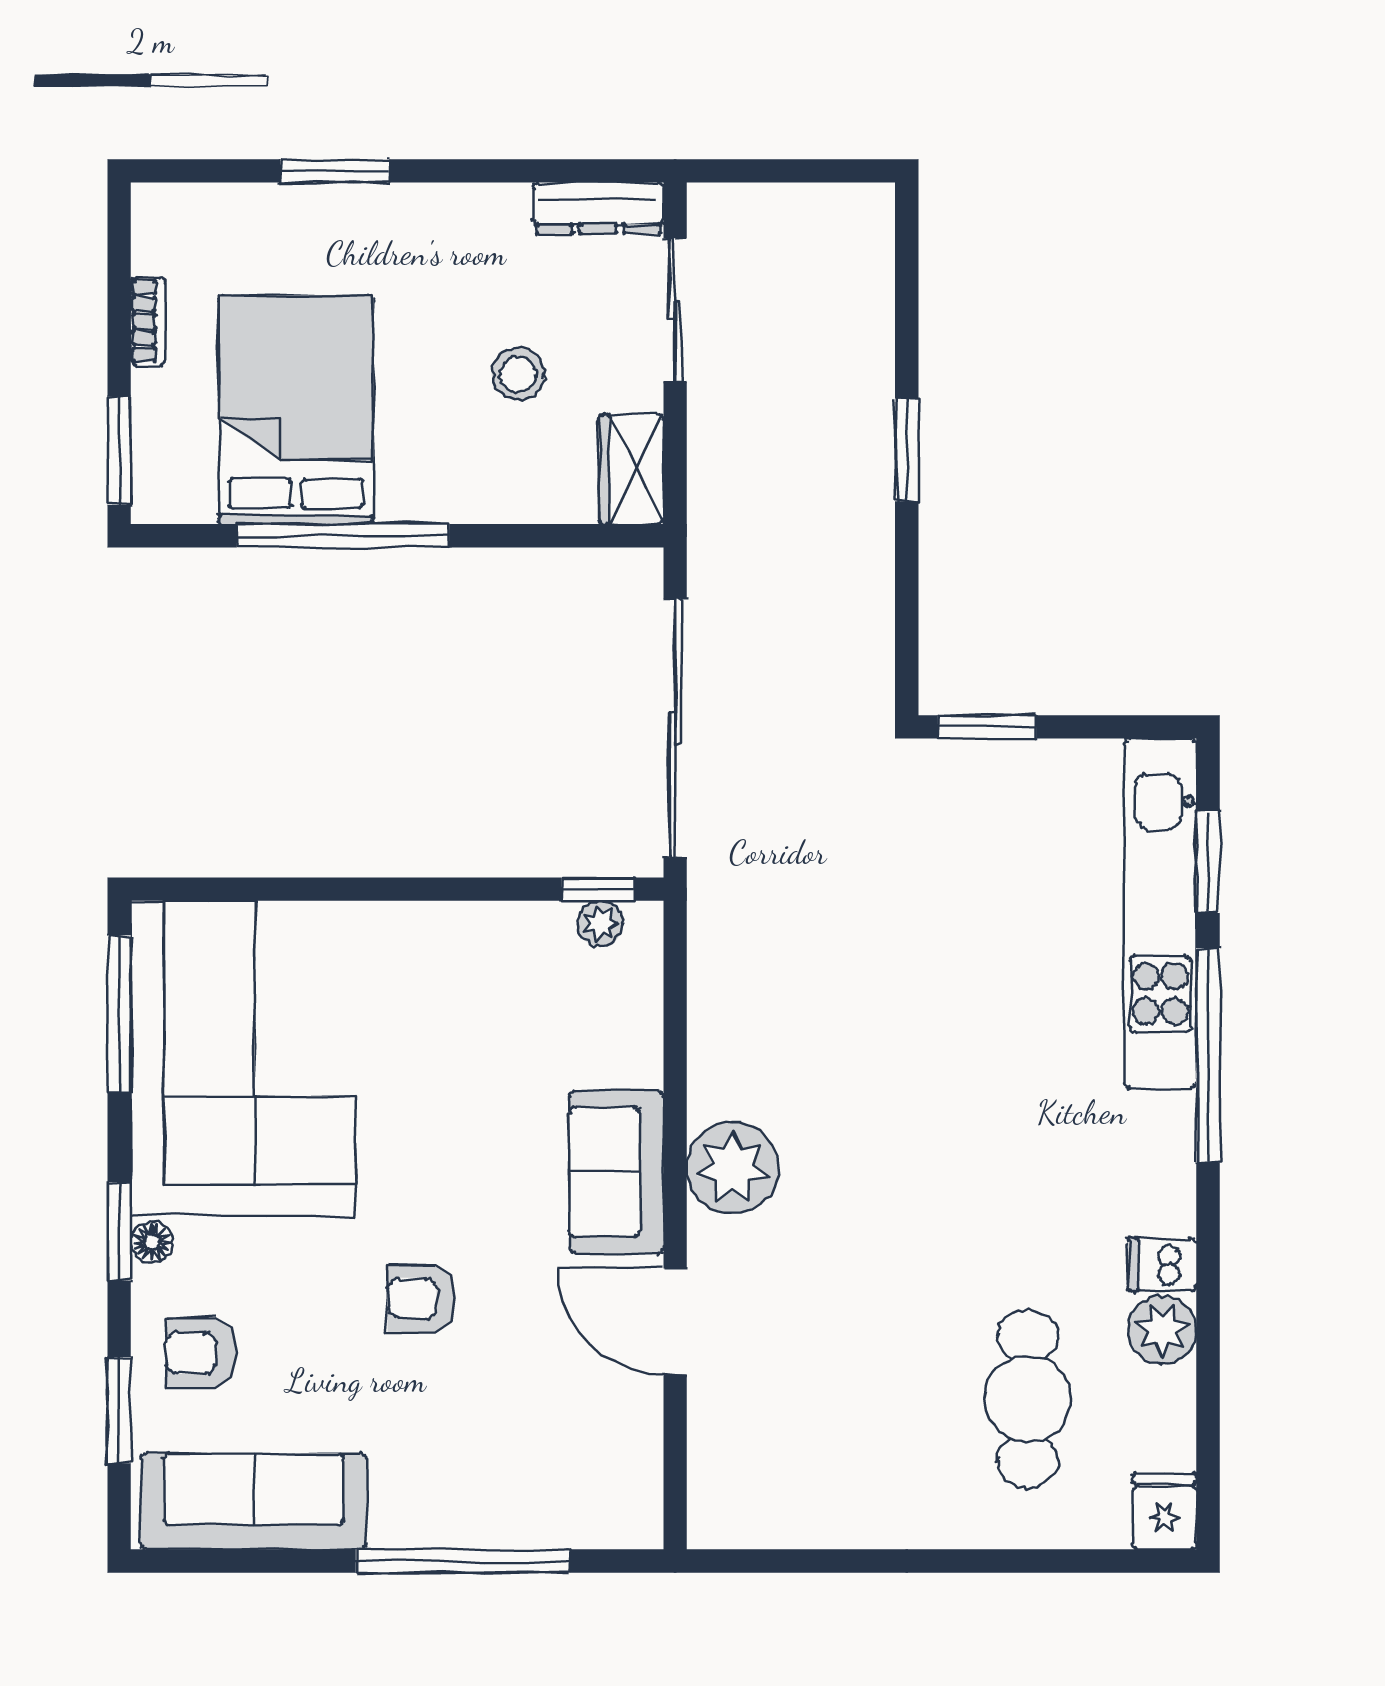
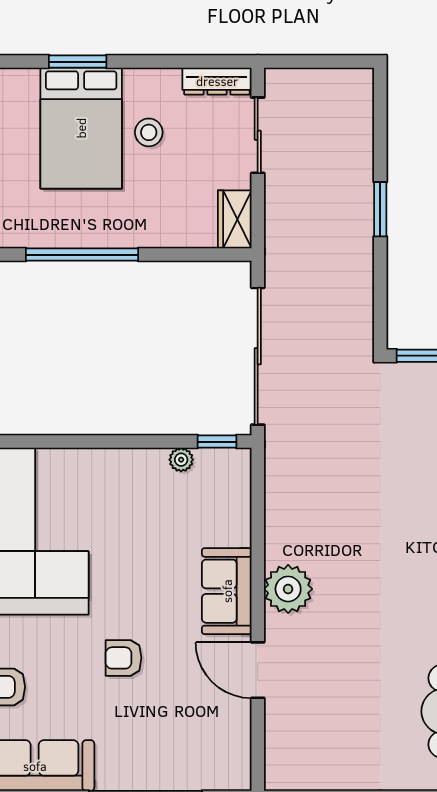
stool: (518, 374) -> (149, 132), moved
bed: (296, 410) -> (81, 128), moved, turned 180
plant: (600, 923) -> (181, 460), moved

